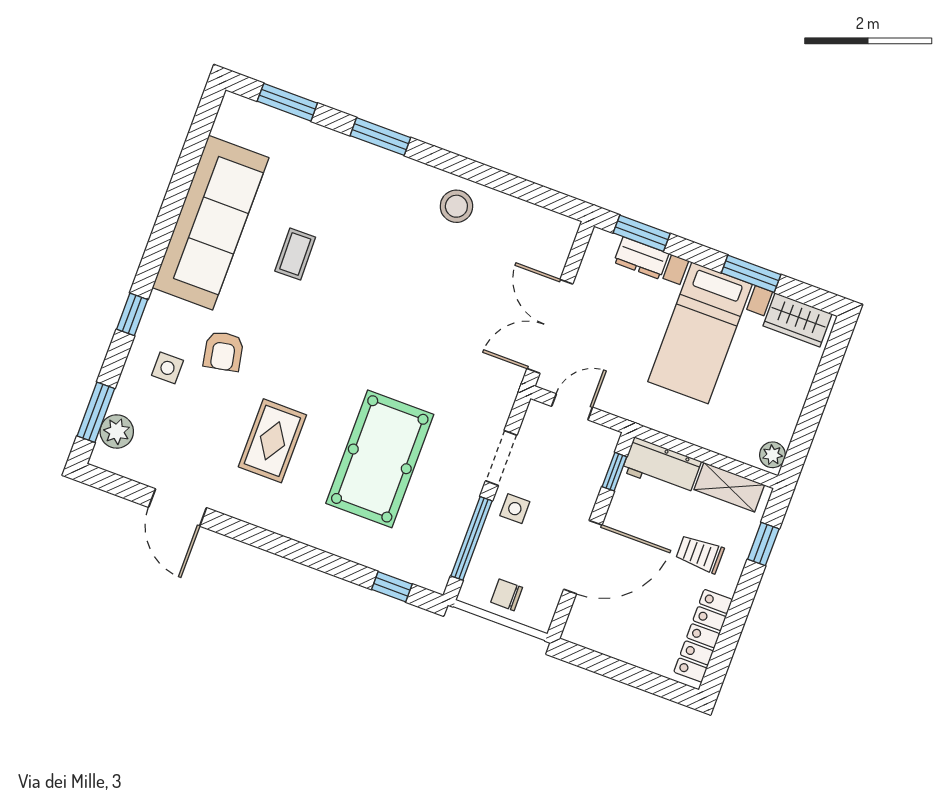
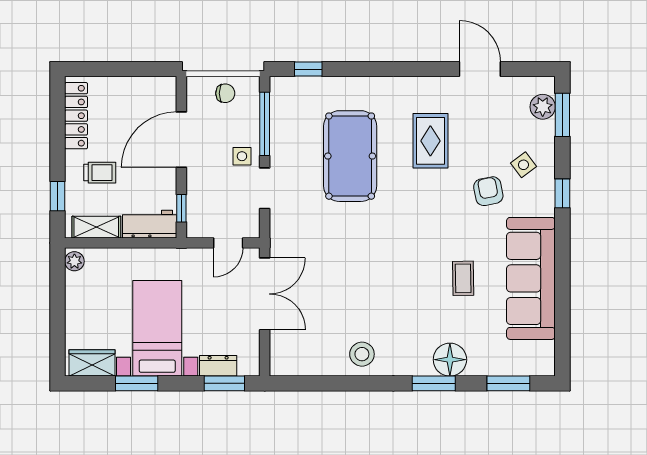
floor lamp: (349, 159) -> (450, 360), added
side table: (167, 368) -> (523, 165), turned -37

